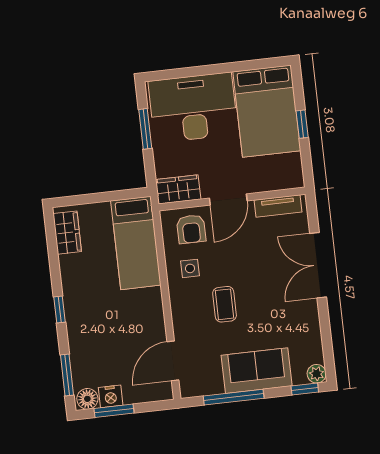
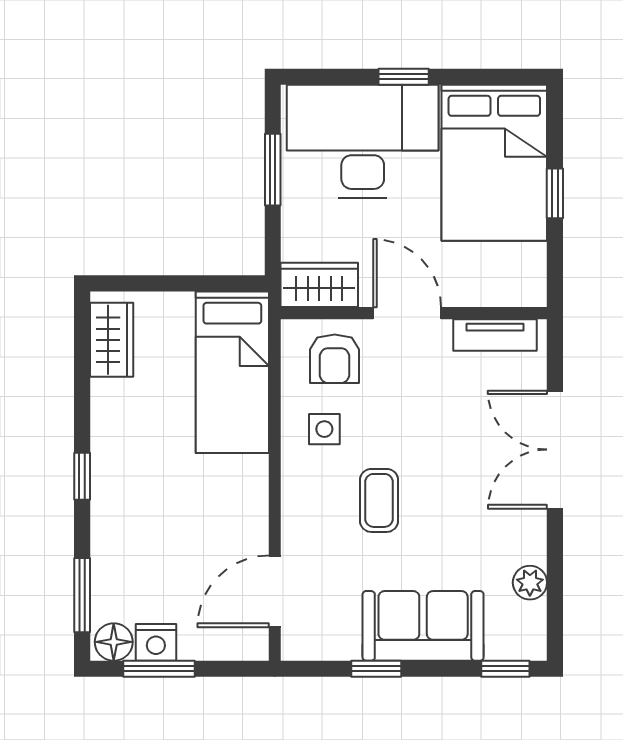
window: (211, 70) -> (404, 77), added
door: (228, 199) -> (407, 313), swing flipped
plant: (317, 374) -> (530, 583), moved
window: (234, 397) -> (376, 669), width x0.46

